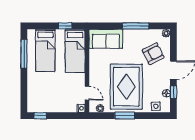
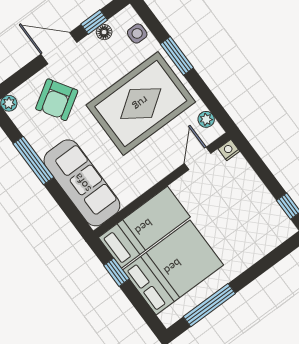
sofa: (106, 39) -> (82, 183), width x1.36
bed: (45, 50) -> (173, 267), width x1.50
armchair: (153, 54) -> (57, 100), turned -95
window: (125, 116) -> (177, 56), moved

